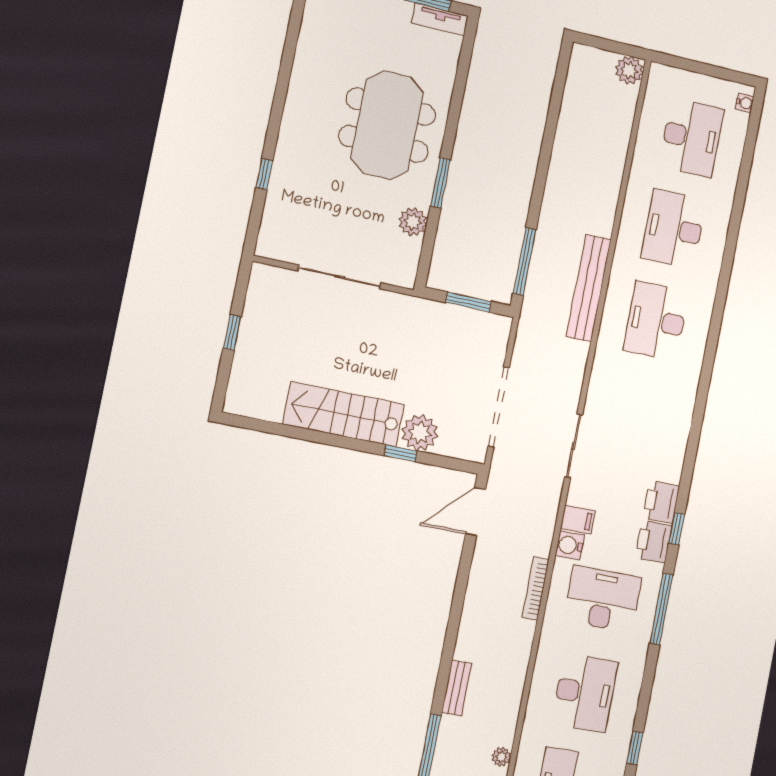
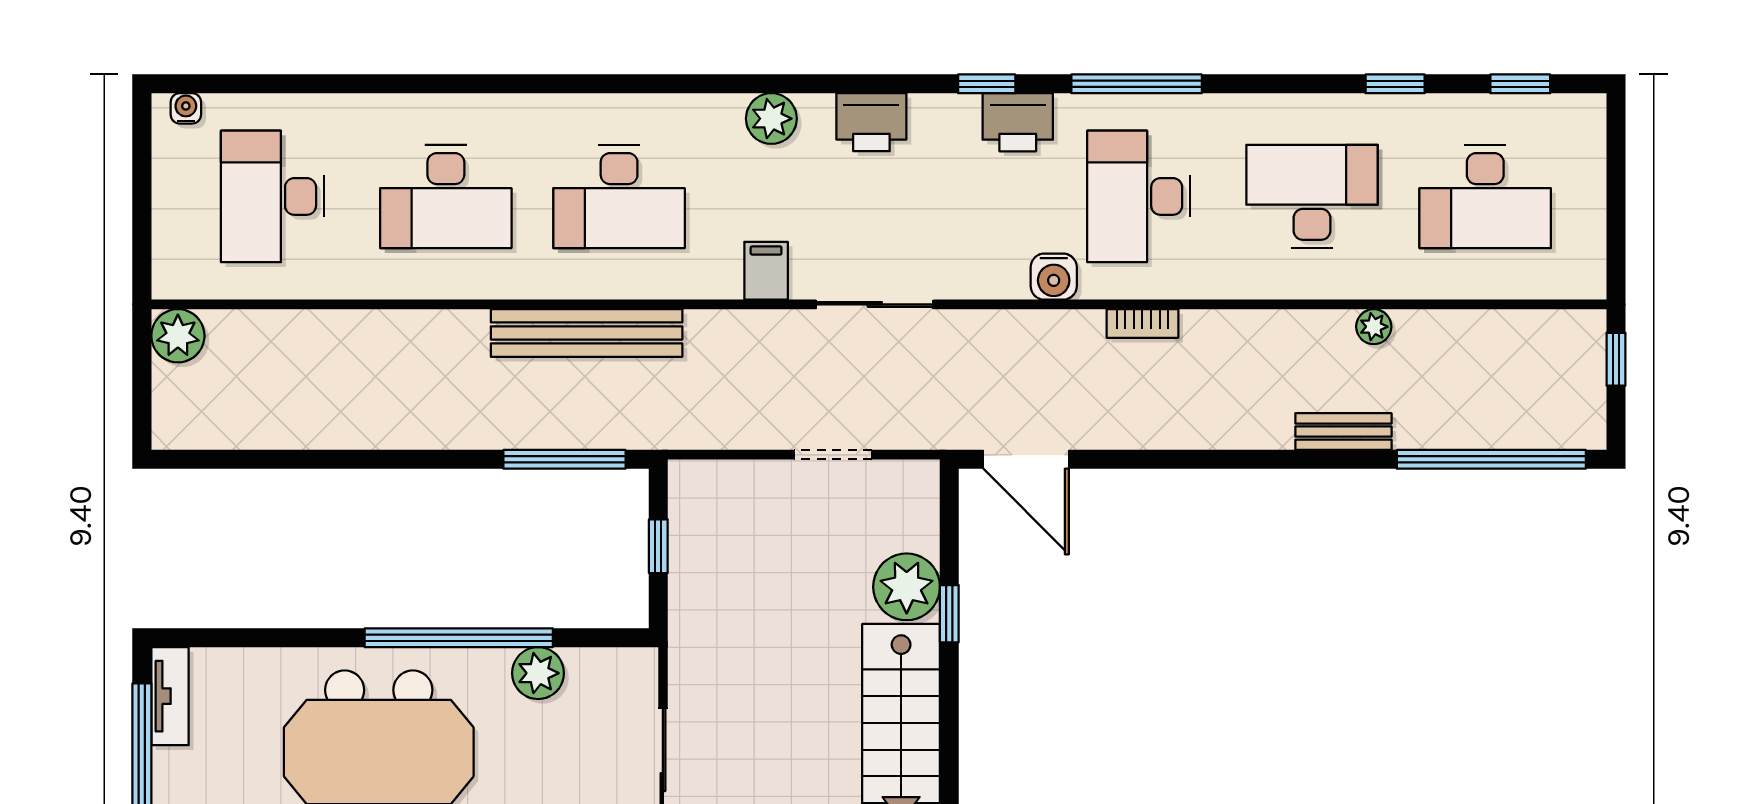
desk: (691, 138) -> (273, 196), turned -90
window: (440, 183) -> (459, 638), width x2.11
window: (468, 302) -> (658, 546), width x0.67
doorway: (499, 407) -> (833, 455), width x0.53
plant: (681, 410) -> (771, 119), added
printer: (661, 502) -> (871, 122), moved
filing cabinet: (578, 520) -> (766, 271), moved
bookcase: (536, 589) -> (1142, 323), width x0.64
plant: (501, 757) -> (1374, 327), moved

